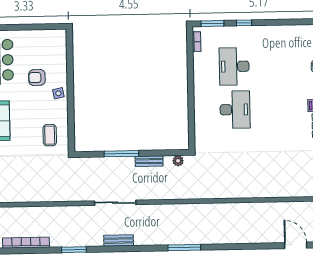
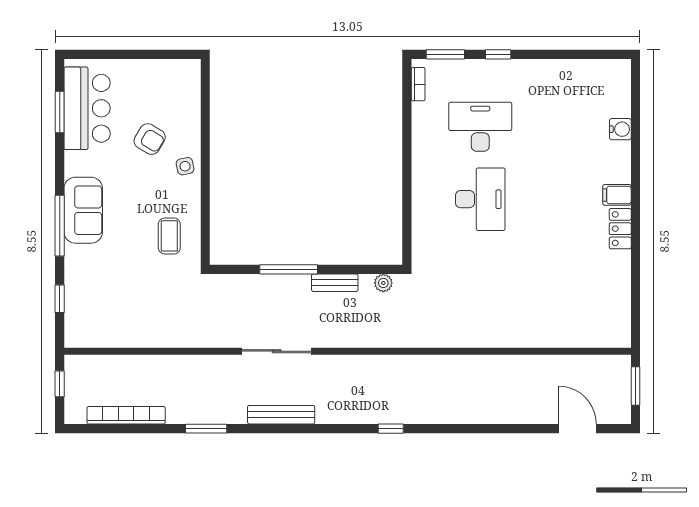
desk: (234, 66) -> (480, 127), turned 90
armchair: (37, 77) -> (150, 139), turned -149
bench: (119, 241) -> (281, 415), width x1.36
window: (184, 248) -> (391, 429), width x0.46

